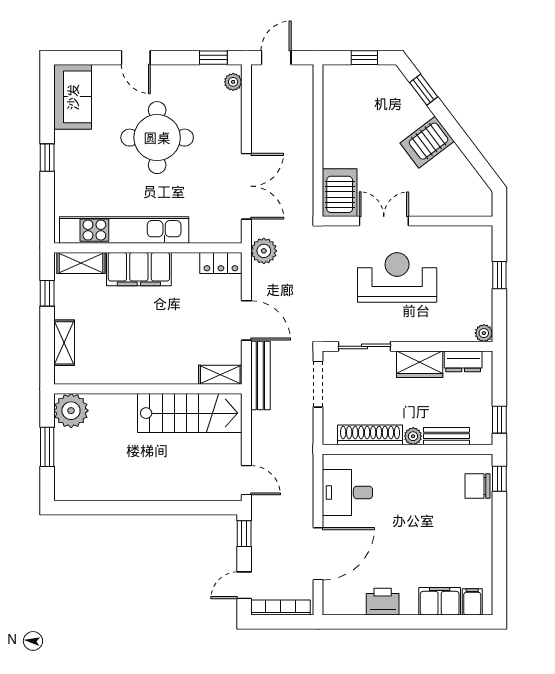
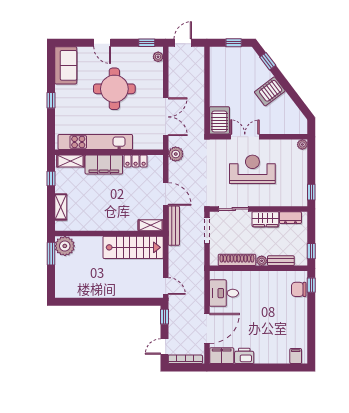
locker: (221, 263) -> (136, 161), moved
window: (499, 275) -> (311, 192), moved
plant: (484, 333) -> (302, 144), moved
window: (47, 447) -> (51, 254), moved
filing cabinet: (440, 601) -> (222, 356), moved

